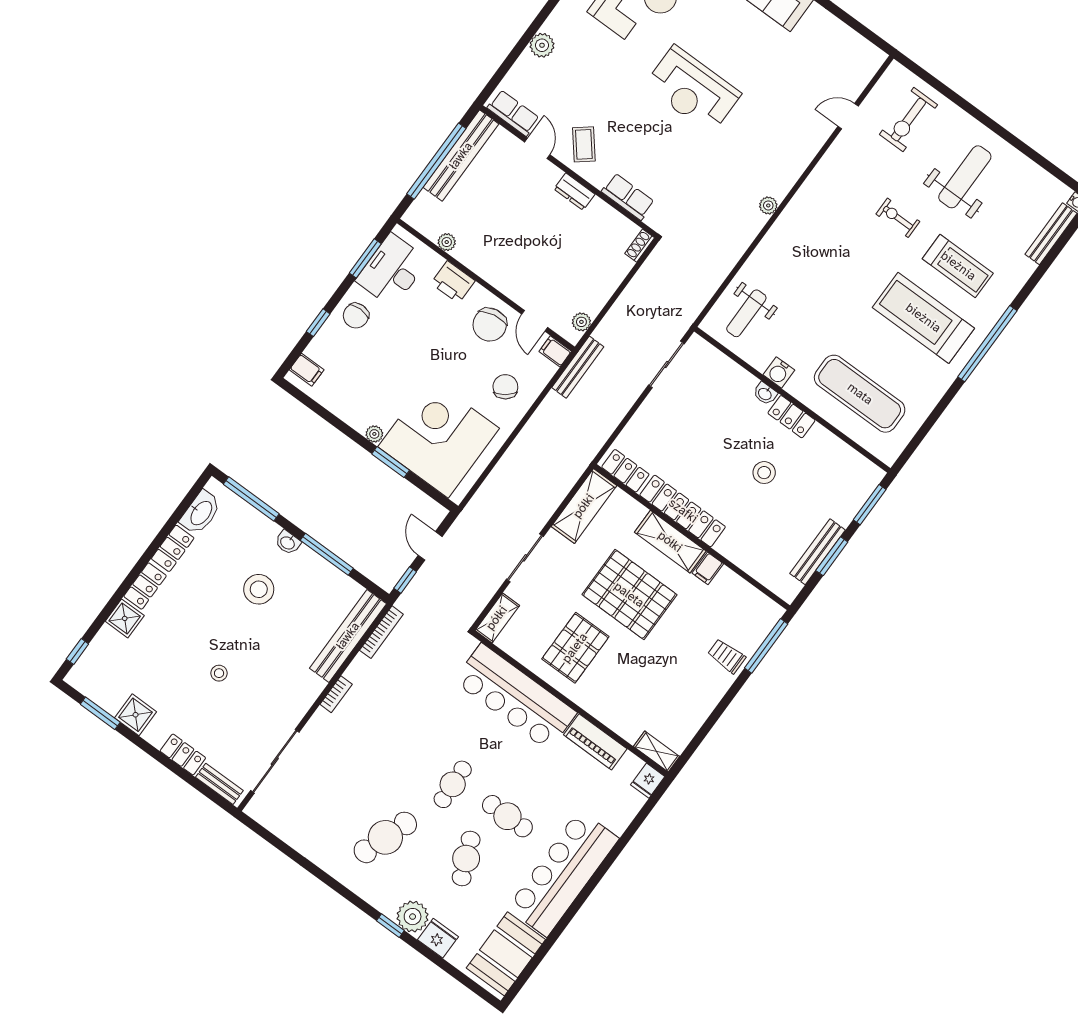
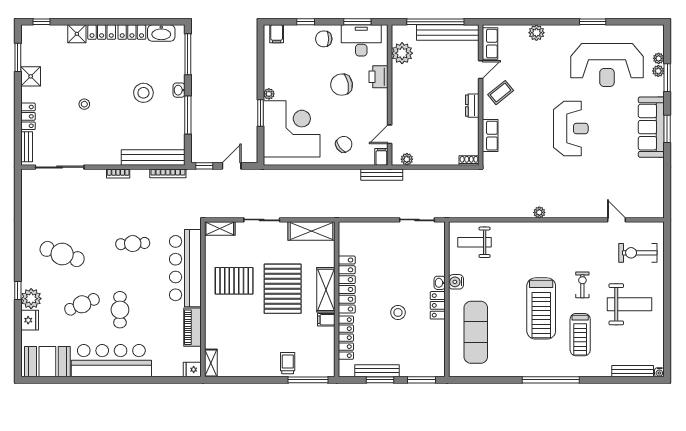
reception desk: (693, 90) -> (571, 128), turned 180
plant: (447, 242) -> (402, 53), width x1.88, depth x1.88
treadmill: (923, 318) -> (541, 308), moved, turned 180
chair: (490, 325) -> (342, 85), moved
locker: (625, 471) -> (346, 338), moved, width x1.53
cafe table: (453, 784) -> (133, 244), moved

